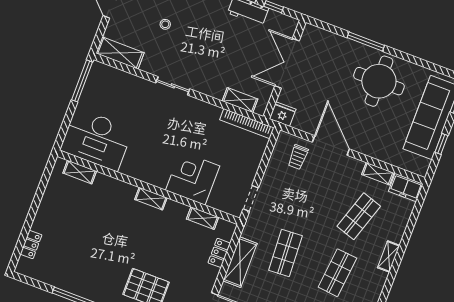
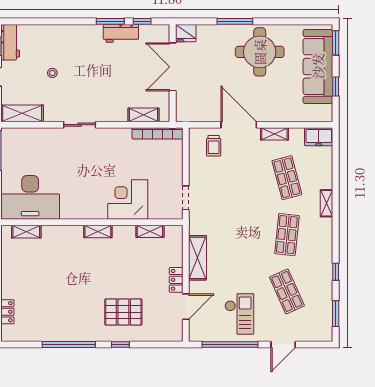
fridge: (283, 114) -> (186, 33), moved, turned 180
shelving: (378, 174) -> (274, 134), moved
shop shelf: (359, 216) -> (287, 178), turned -33
locker: (219, 253) -> (176, 280), moved
shop shelf: (285, 253) -> (234, 235), removed

